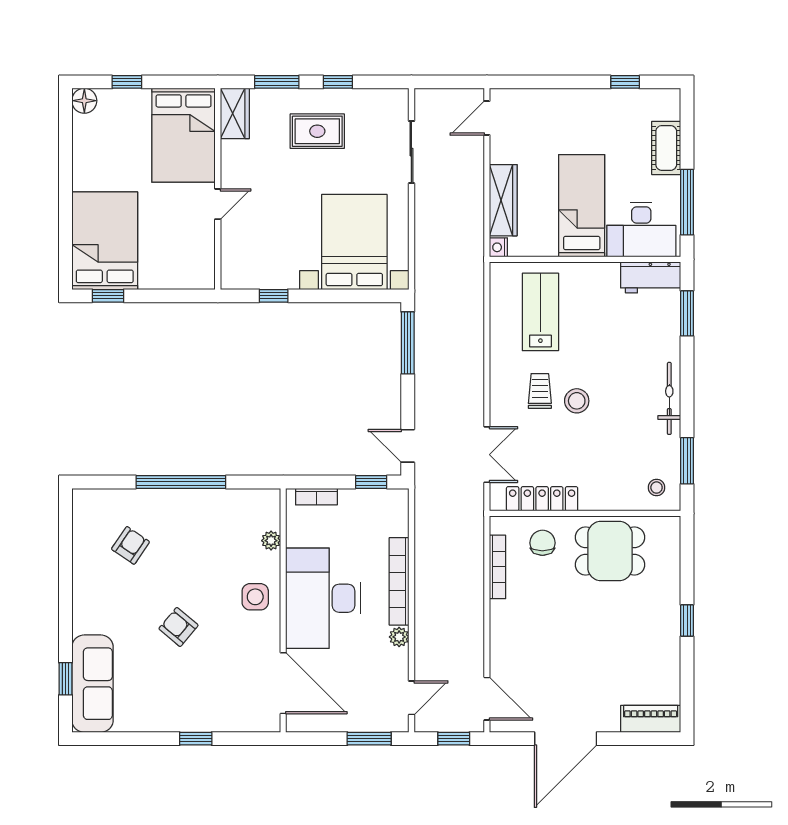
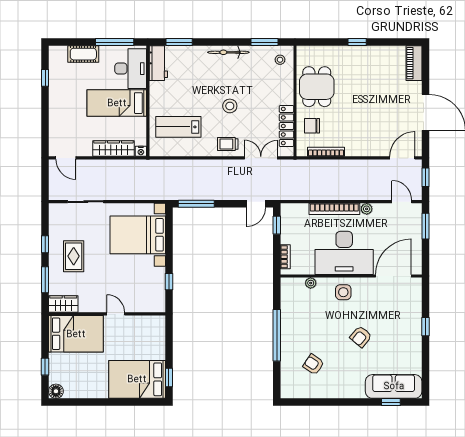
trolley: (540, 391) -> (228, 144), moved

